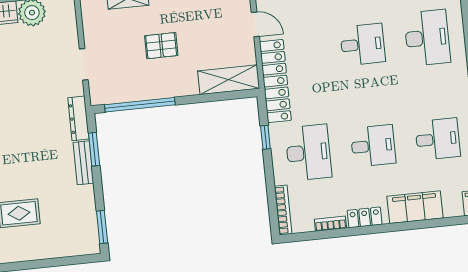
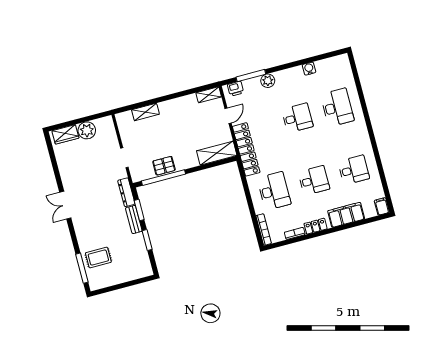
door: (255, 24) -> (228, 116), hinge flipped
pallet: (161, 46) -> (164, 166), moved
window: (265, 137) -> (245, 186), removed
window: (102, 227) -> (147, 240), moved

